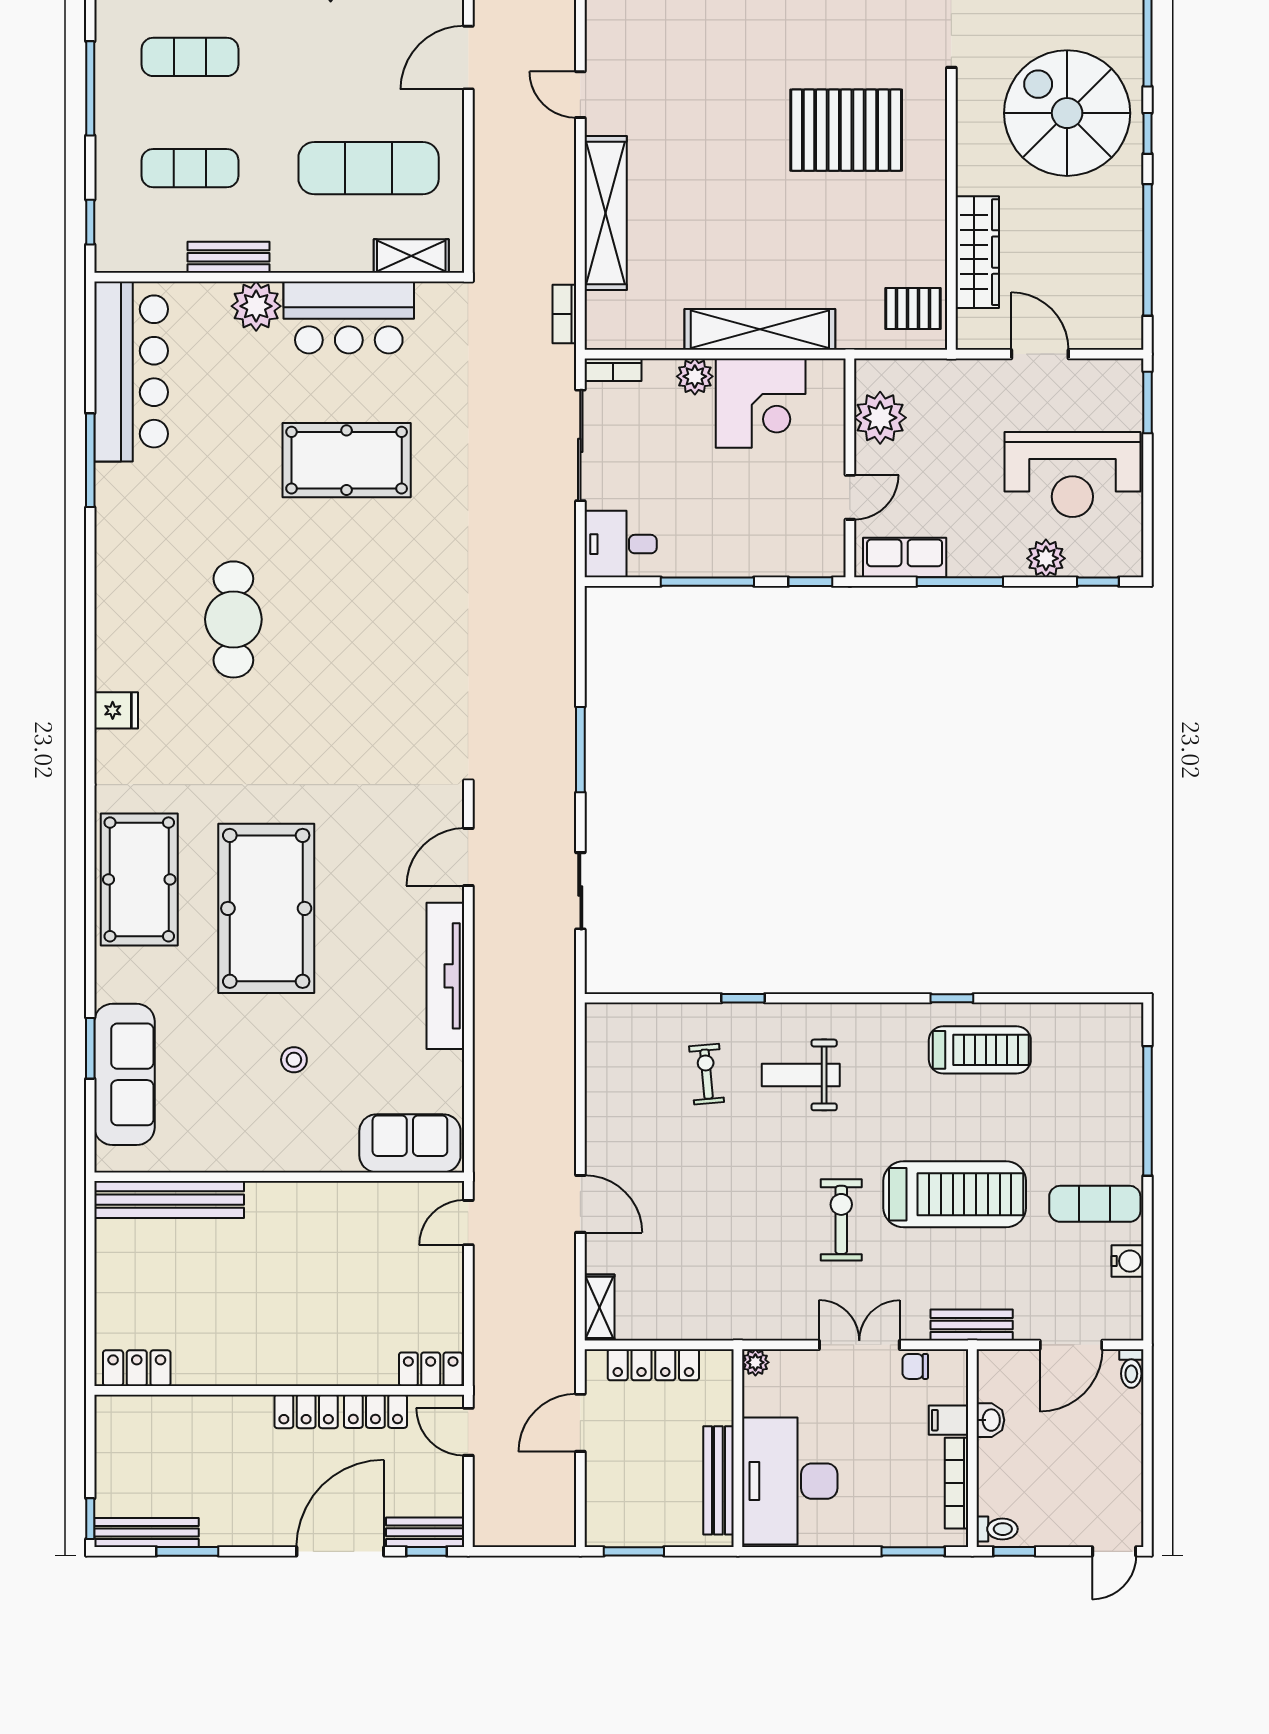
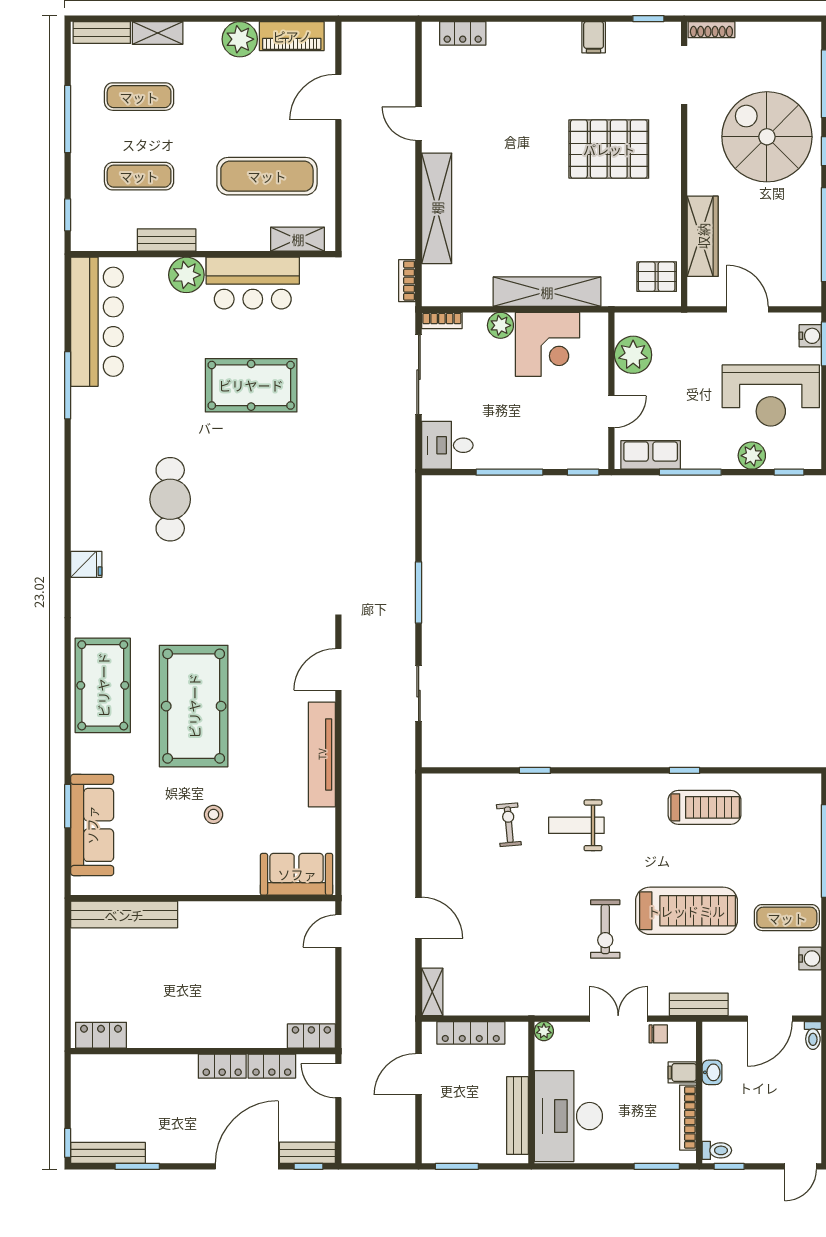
water cooler: (1128, 391) -> (810, 336), added
exercise bike: (841, 1220) -> (605, 929), turned 180
chair: (915, 1366) -> (658, 1034), turned 180

